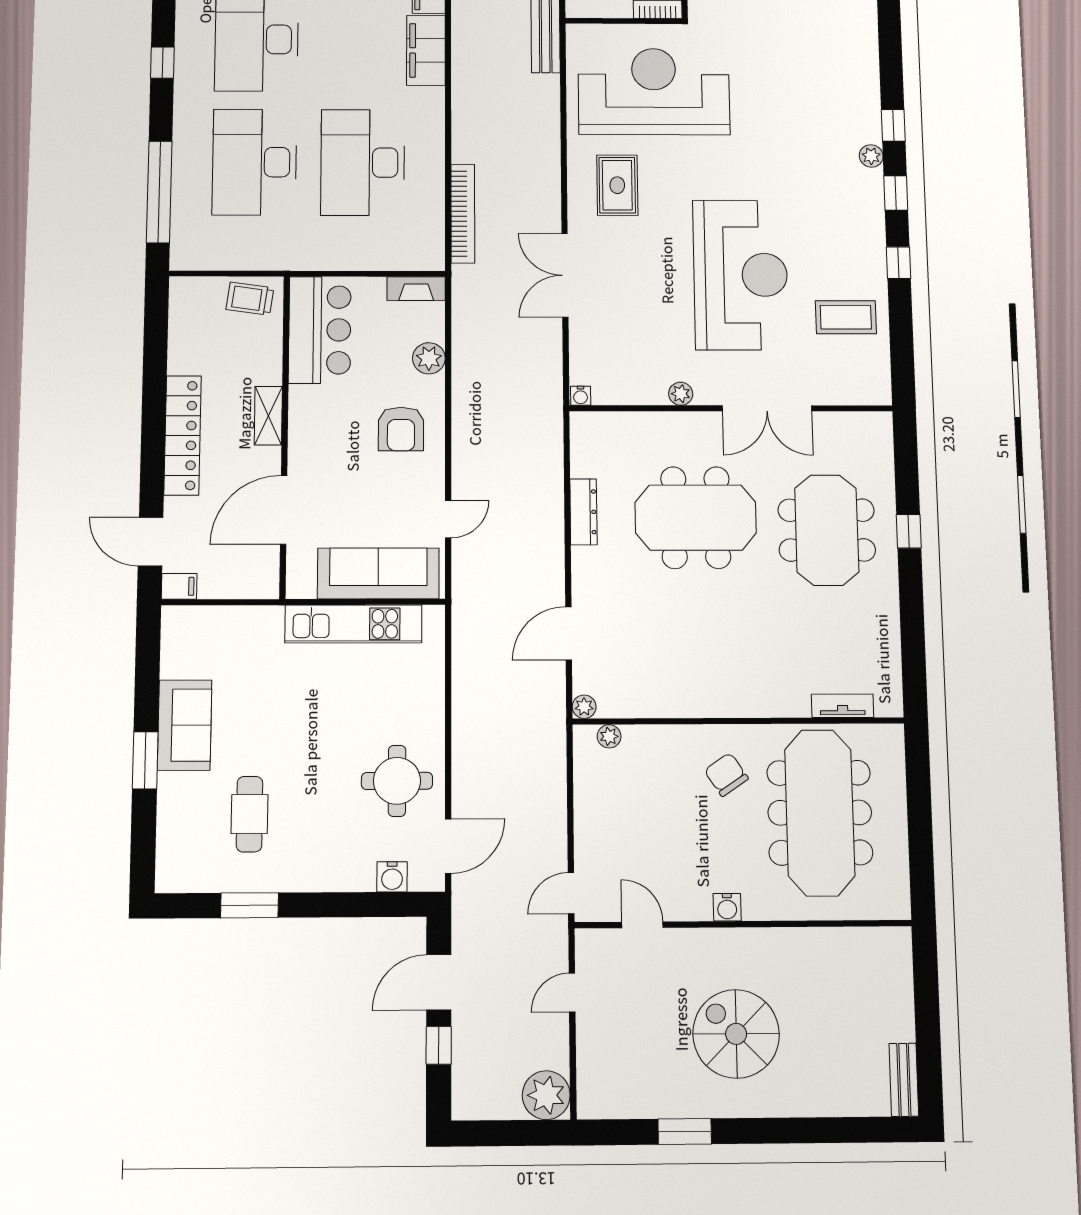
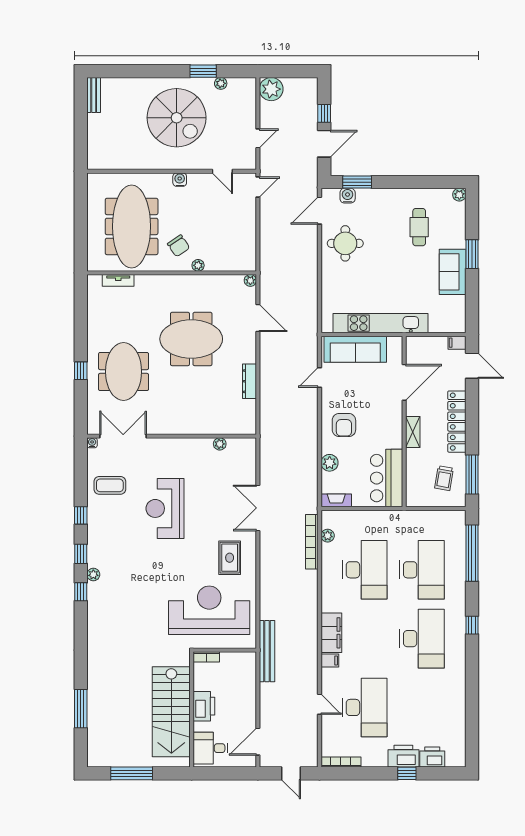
reception desk: (654, 92) -> (209, 610), turned 180
plant: (433, 224) -> (328, 536), added
double door: (565, 275) -> (258, 508), swing flipped
reception desk: (741, 275) -> (165, 508), width x0.74, depth x0.77
trolley: (250, 299) -> (444, 478), moved, turned 92
window: (156, 336) -> (472, 474), added
plant: (681, 394) -> (220, 444), moved
water cooler: (581, 396) -> (92, 443), moved
double door: (767, 408) -> (123, 436), moved
armchair: (401, 429) -> (344, 425), turned 180
meeting table: (696, 518) -> (191, 339), moved
kitchen unit: (353, 624) -> (380, 323), width x1.36
door: (569, 633) -> (258, 318), hinge flipped
plant: (609, 736) -> (198, 265), moved
plant: (168, 880) -> (459, 195), added
window: (249, 905) -> (357, 182), moved
spiral stairs: (736, 1034) -> (177, 118), width x1.37, depth x1.37
plant: (649, 1106) -> (221, 83), added

